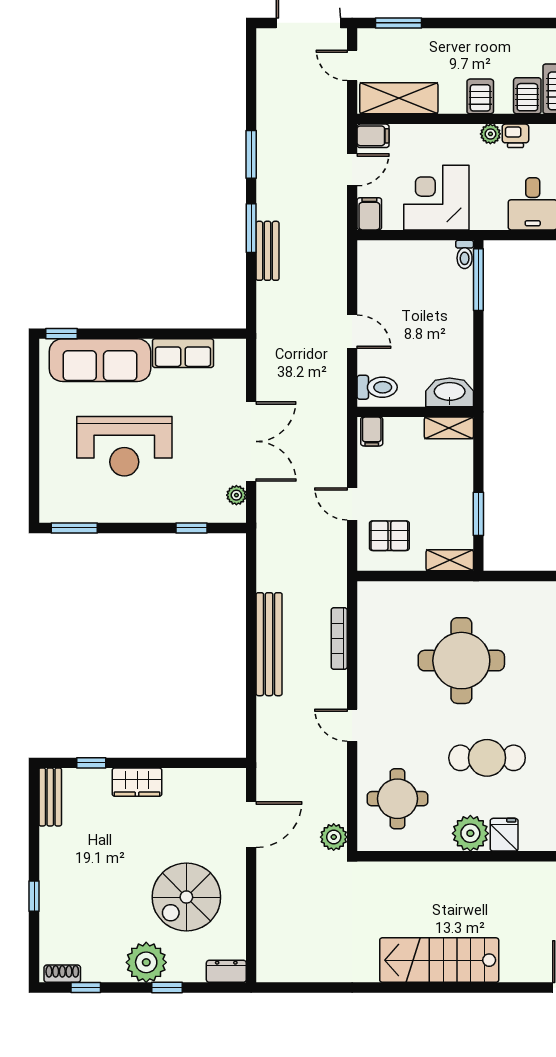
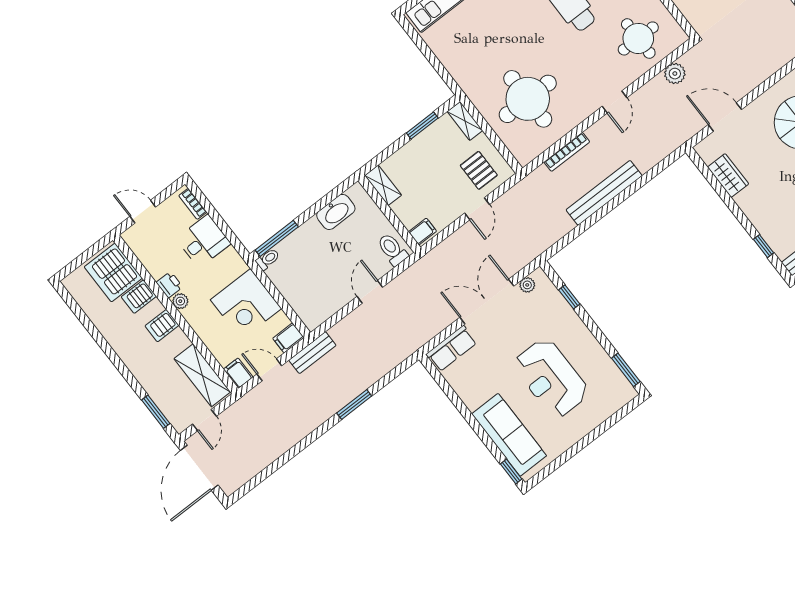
window: (251, 154) -> (308, 440), removed
bench: (268, 251) -> (312, 353), moved
row of seats: (183, 353) -> (452, 348), moved, turned 90
washbasin: (450, 392) -> (336, 212), moved, turned -90
reception desk: (124, 446) -> (551, 378), turned 180
round table: (461, 661) -> (528, 99), moved
wardrobe: (137, 782) -> (728, 175), moved
plant: (334, 837) -> (675, 74), moved

